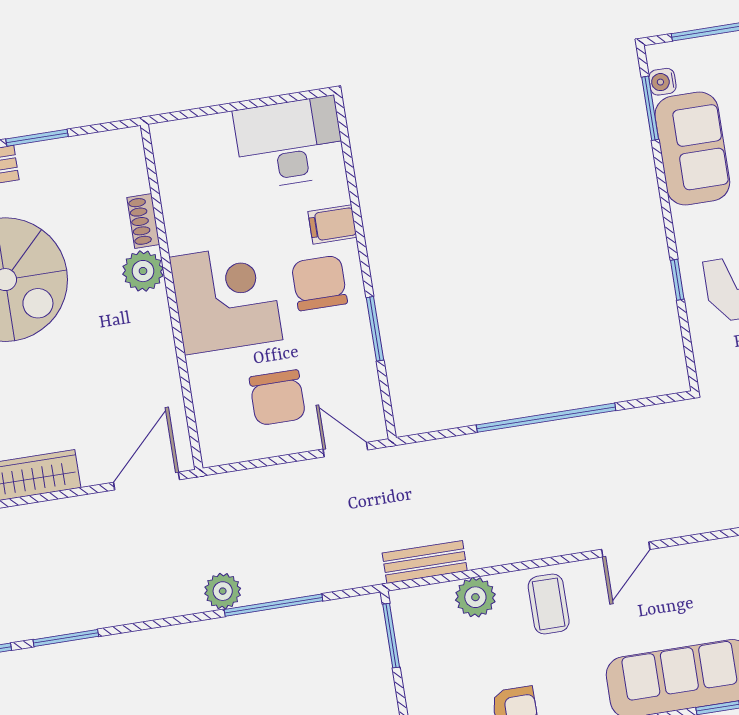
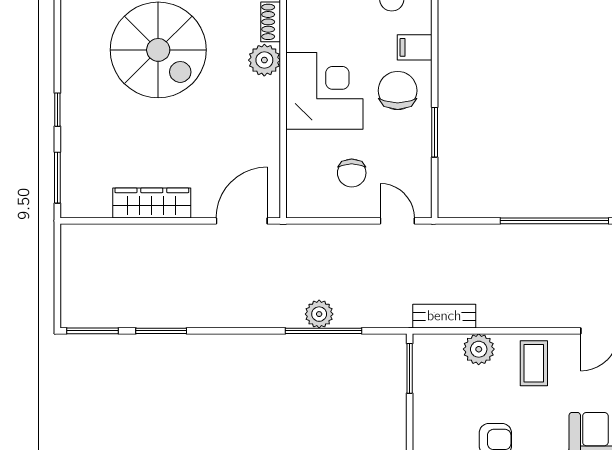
chair: (277, 398) -> (352, 173), width x0.73, depth x0.73
plant: (223, 591) -> (319, 314), moved

